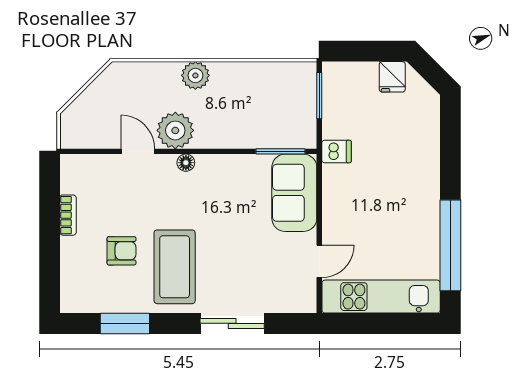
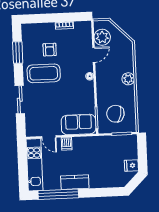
chair: (273, 108) -> (115, 114), added
plant: (175, 130) -> (102, 37), moved
dishwasher: (337, 151) -> (67, 144), moved
kitchen counter: (424, 207) -> (75, 182), added

